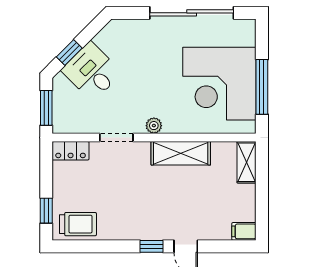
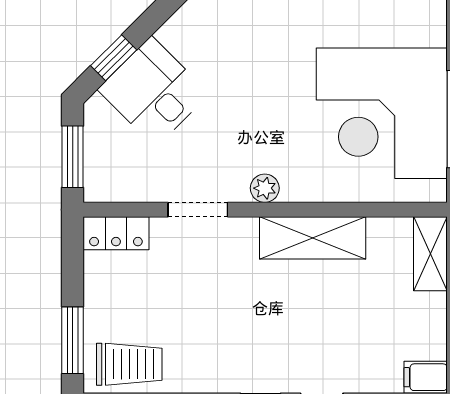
window: (46, 211) -> (73, 340), width x1.50

